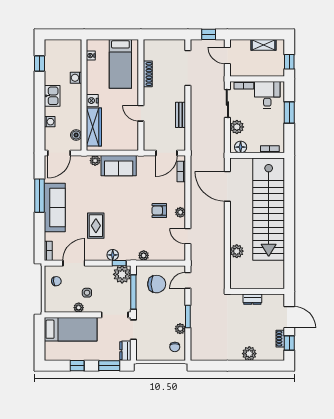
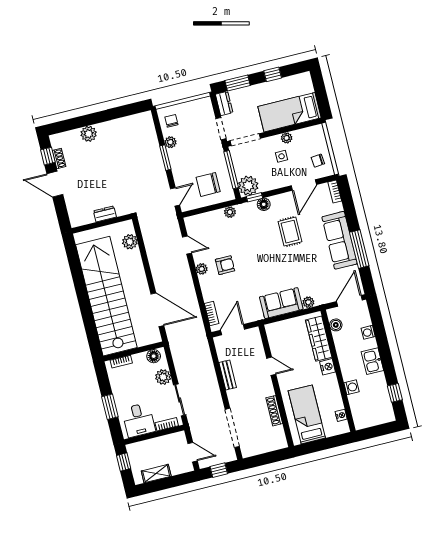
wall: (257, 291) -> (102, 224), moved
dresser: (252, 299) -> (105, 214), moved

